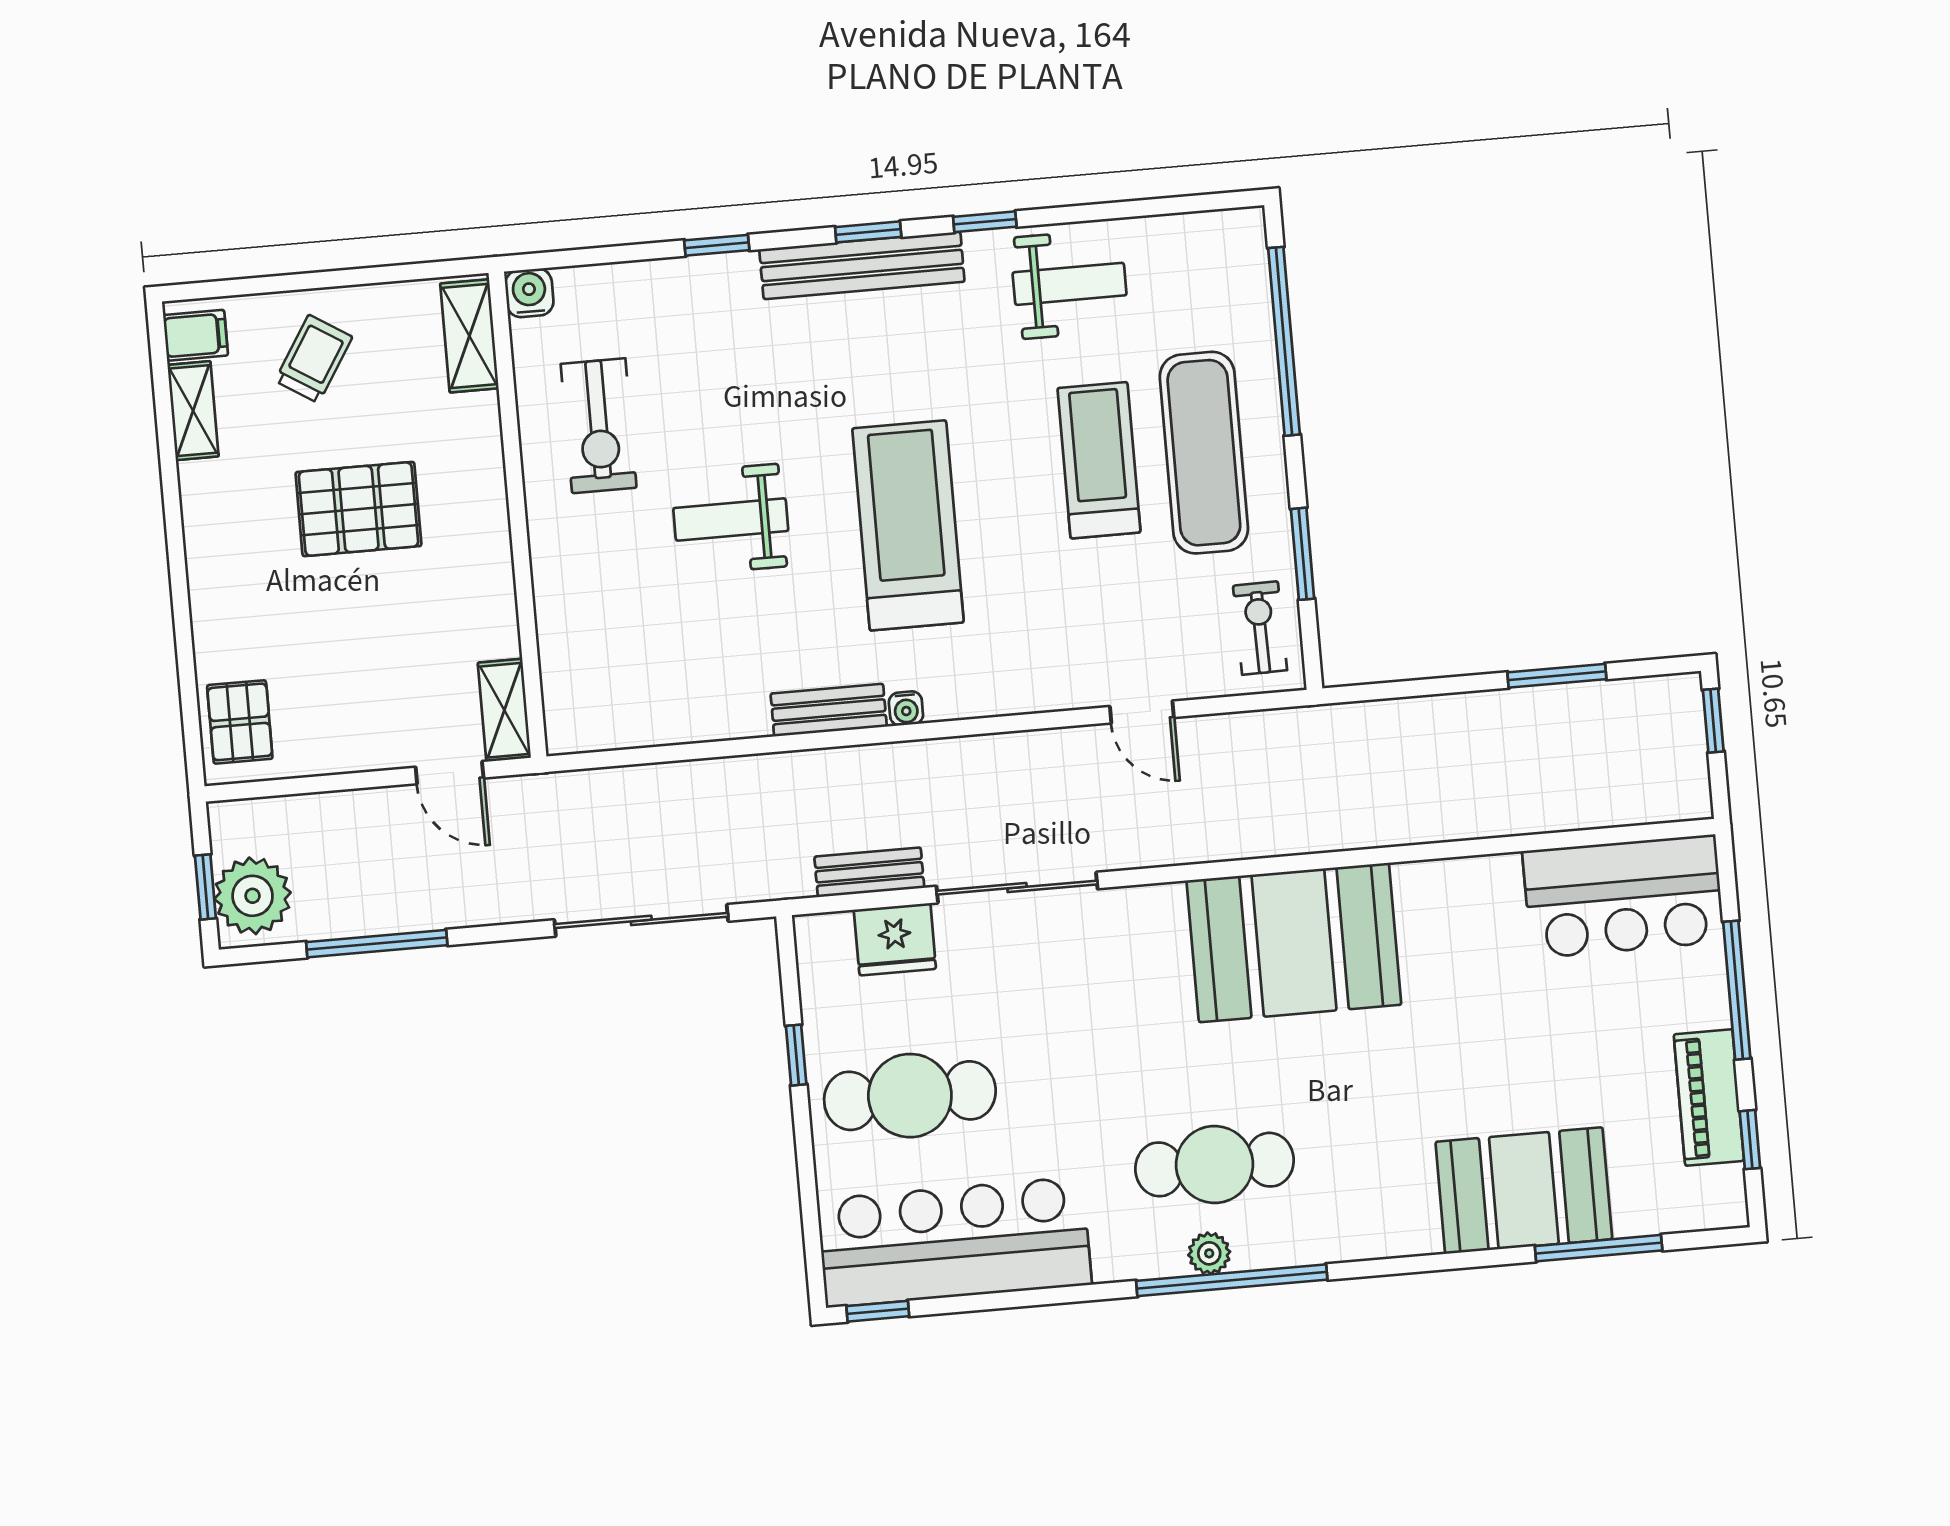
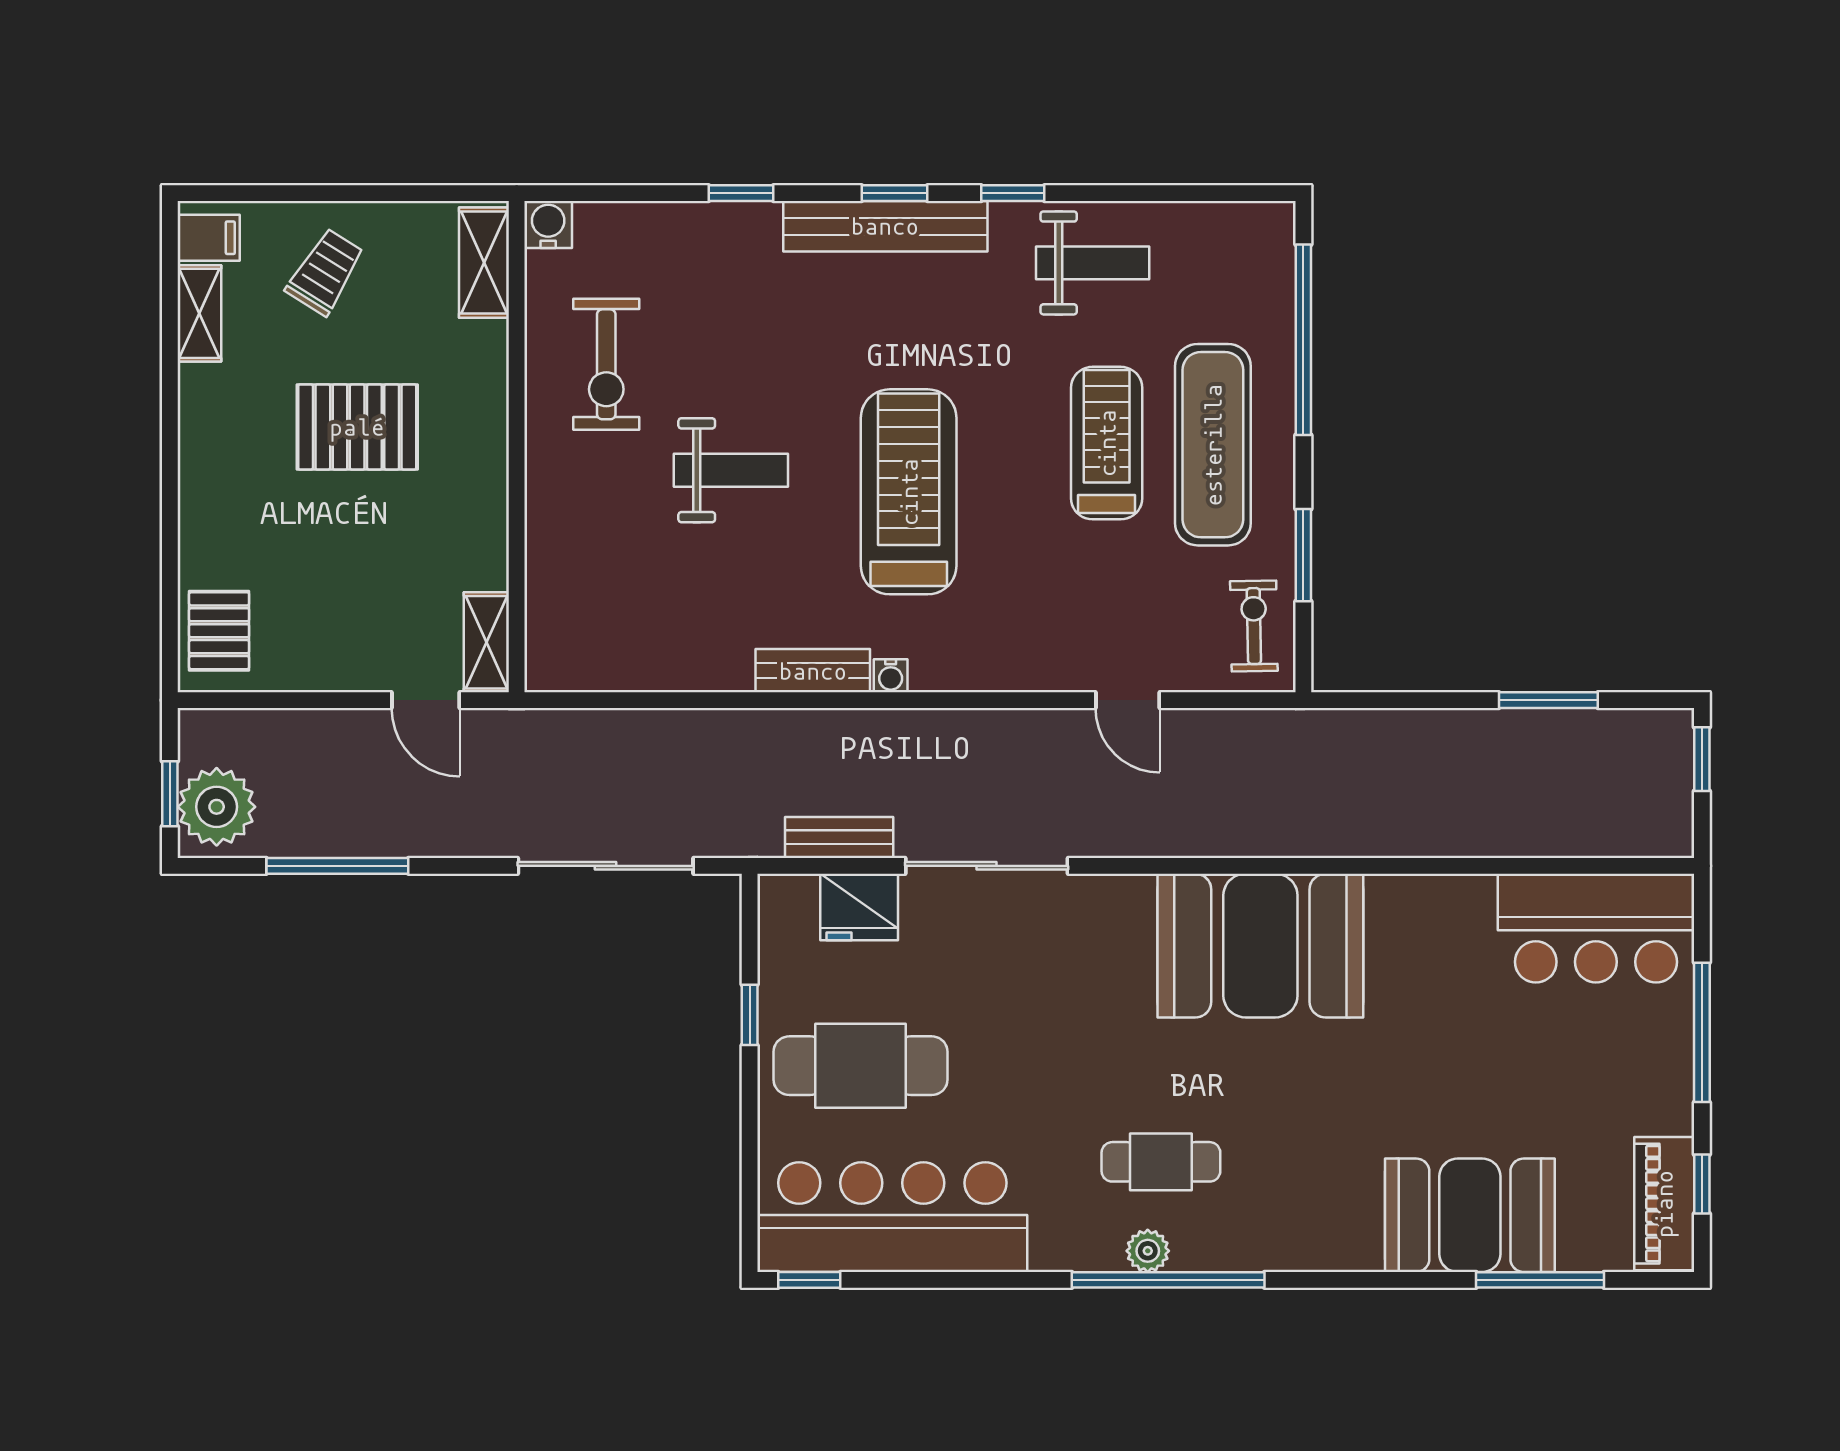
weight bench: (731, 519) -> (731, 470), turned 180
piano: (1709, 1098) -> (1664, 1204), moved
cafe table: (1214, 1165) -> (1161, 1162), width x0.73, depth x0.74

